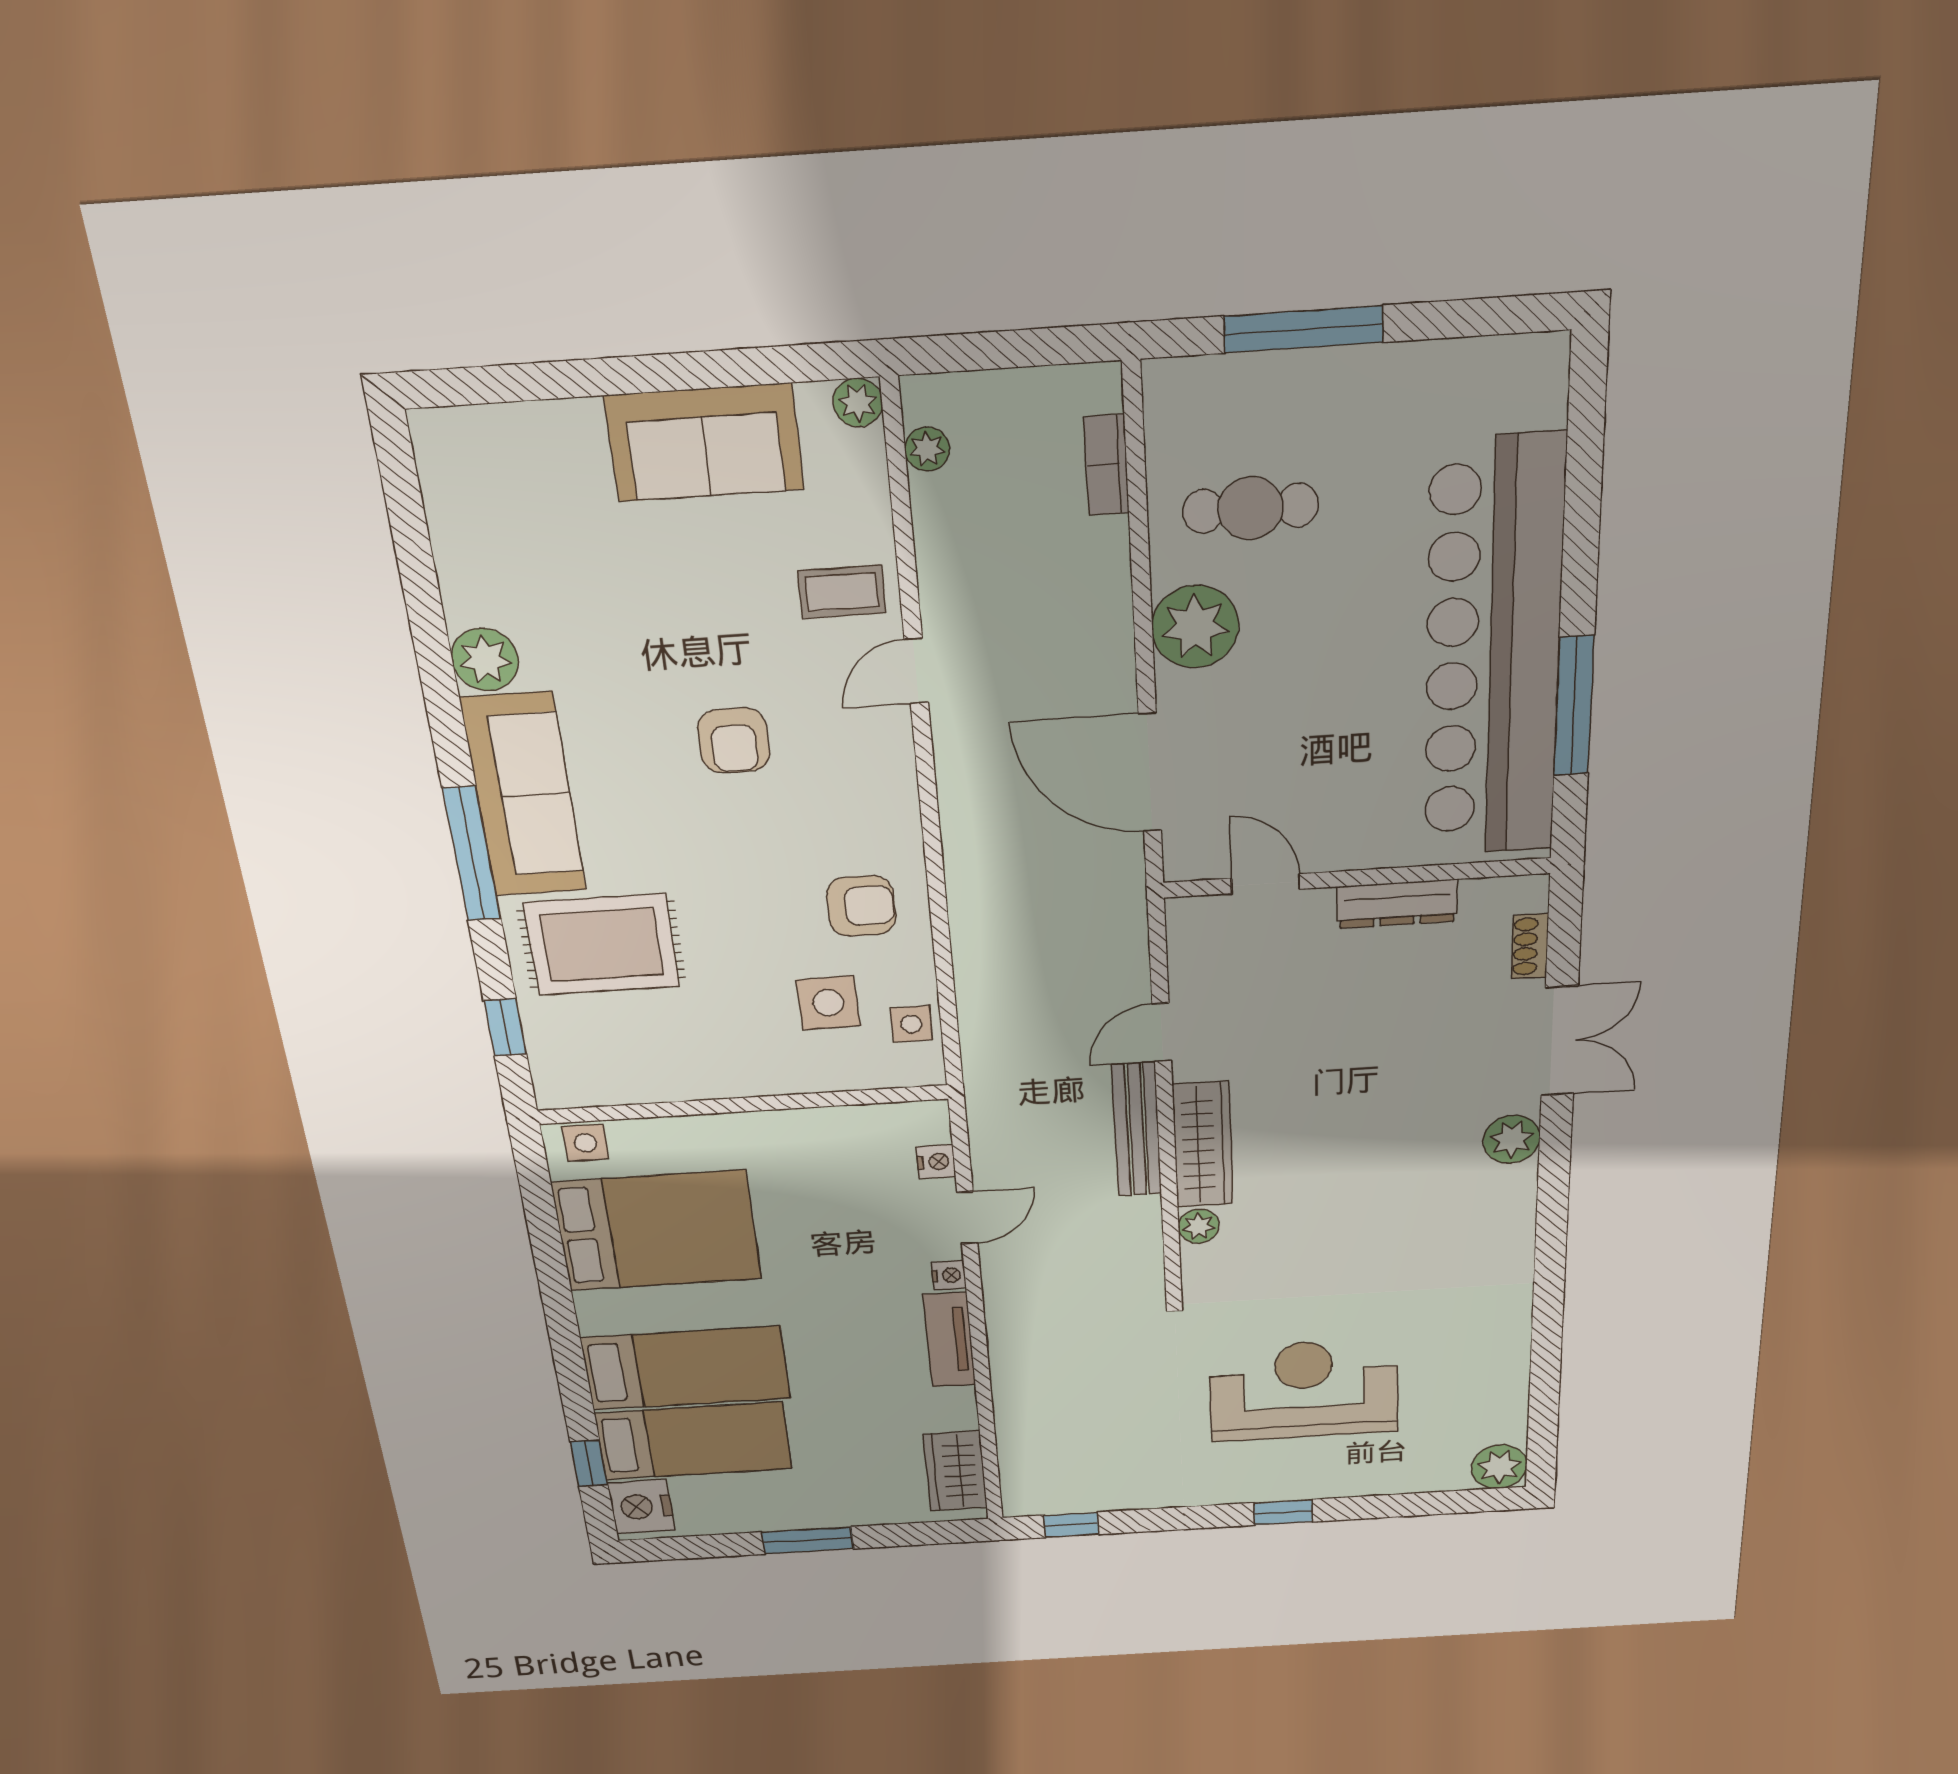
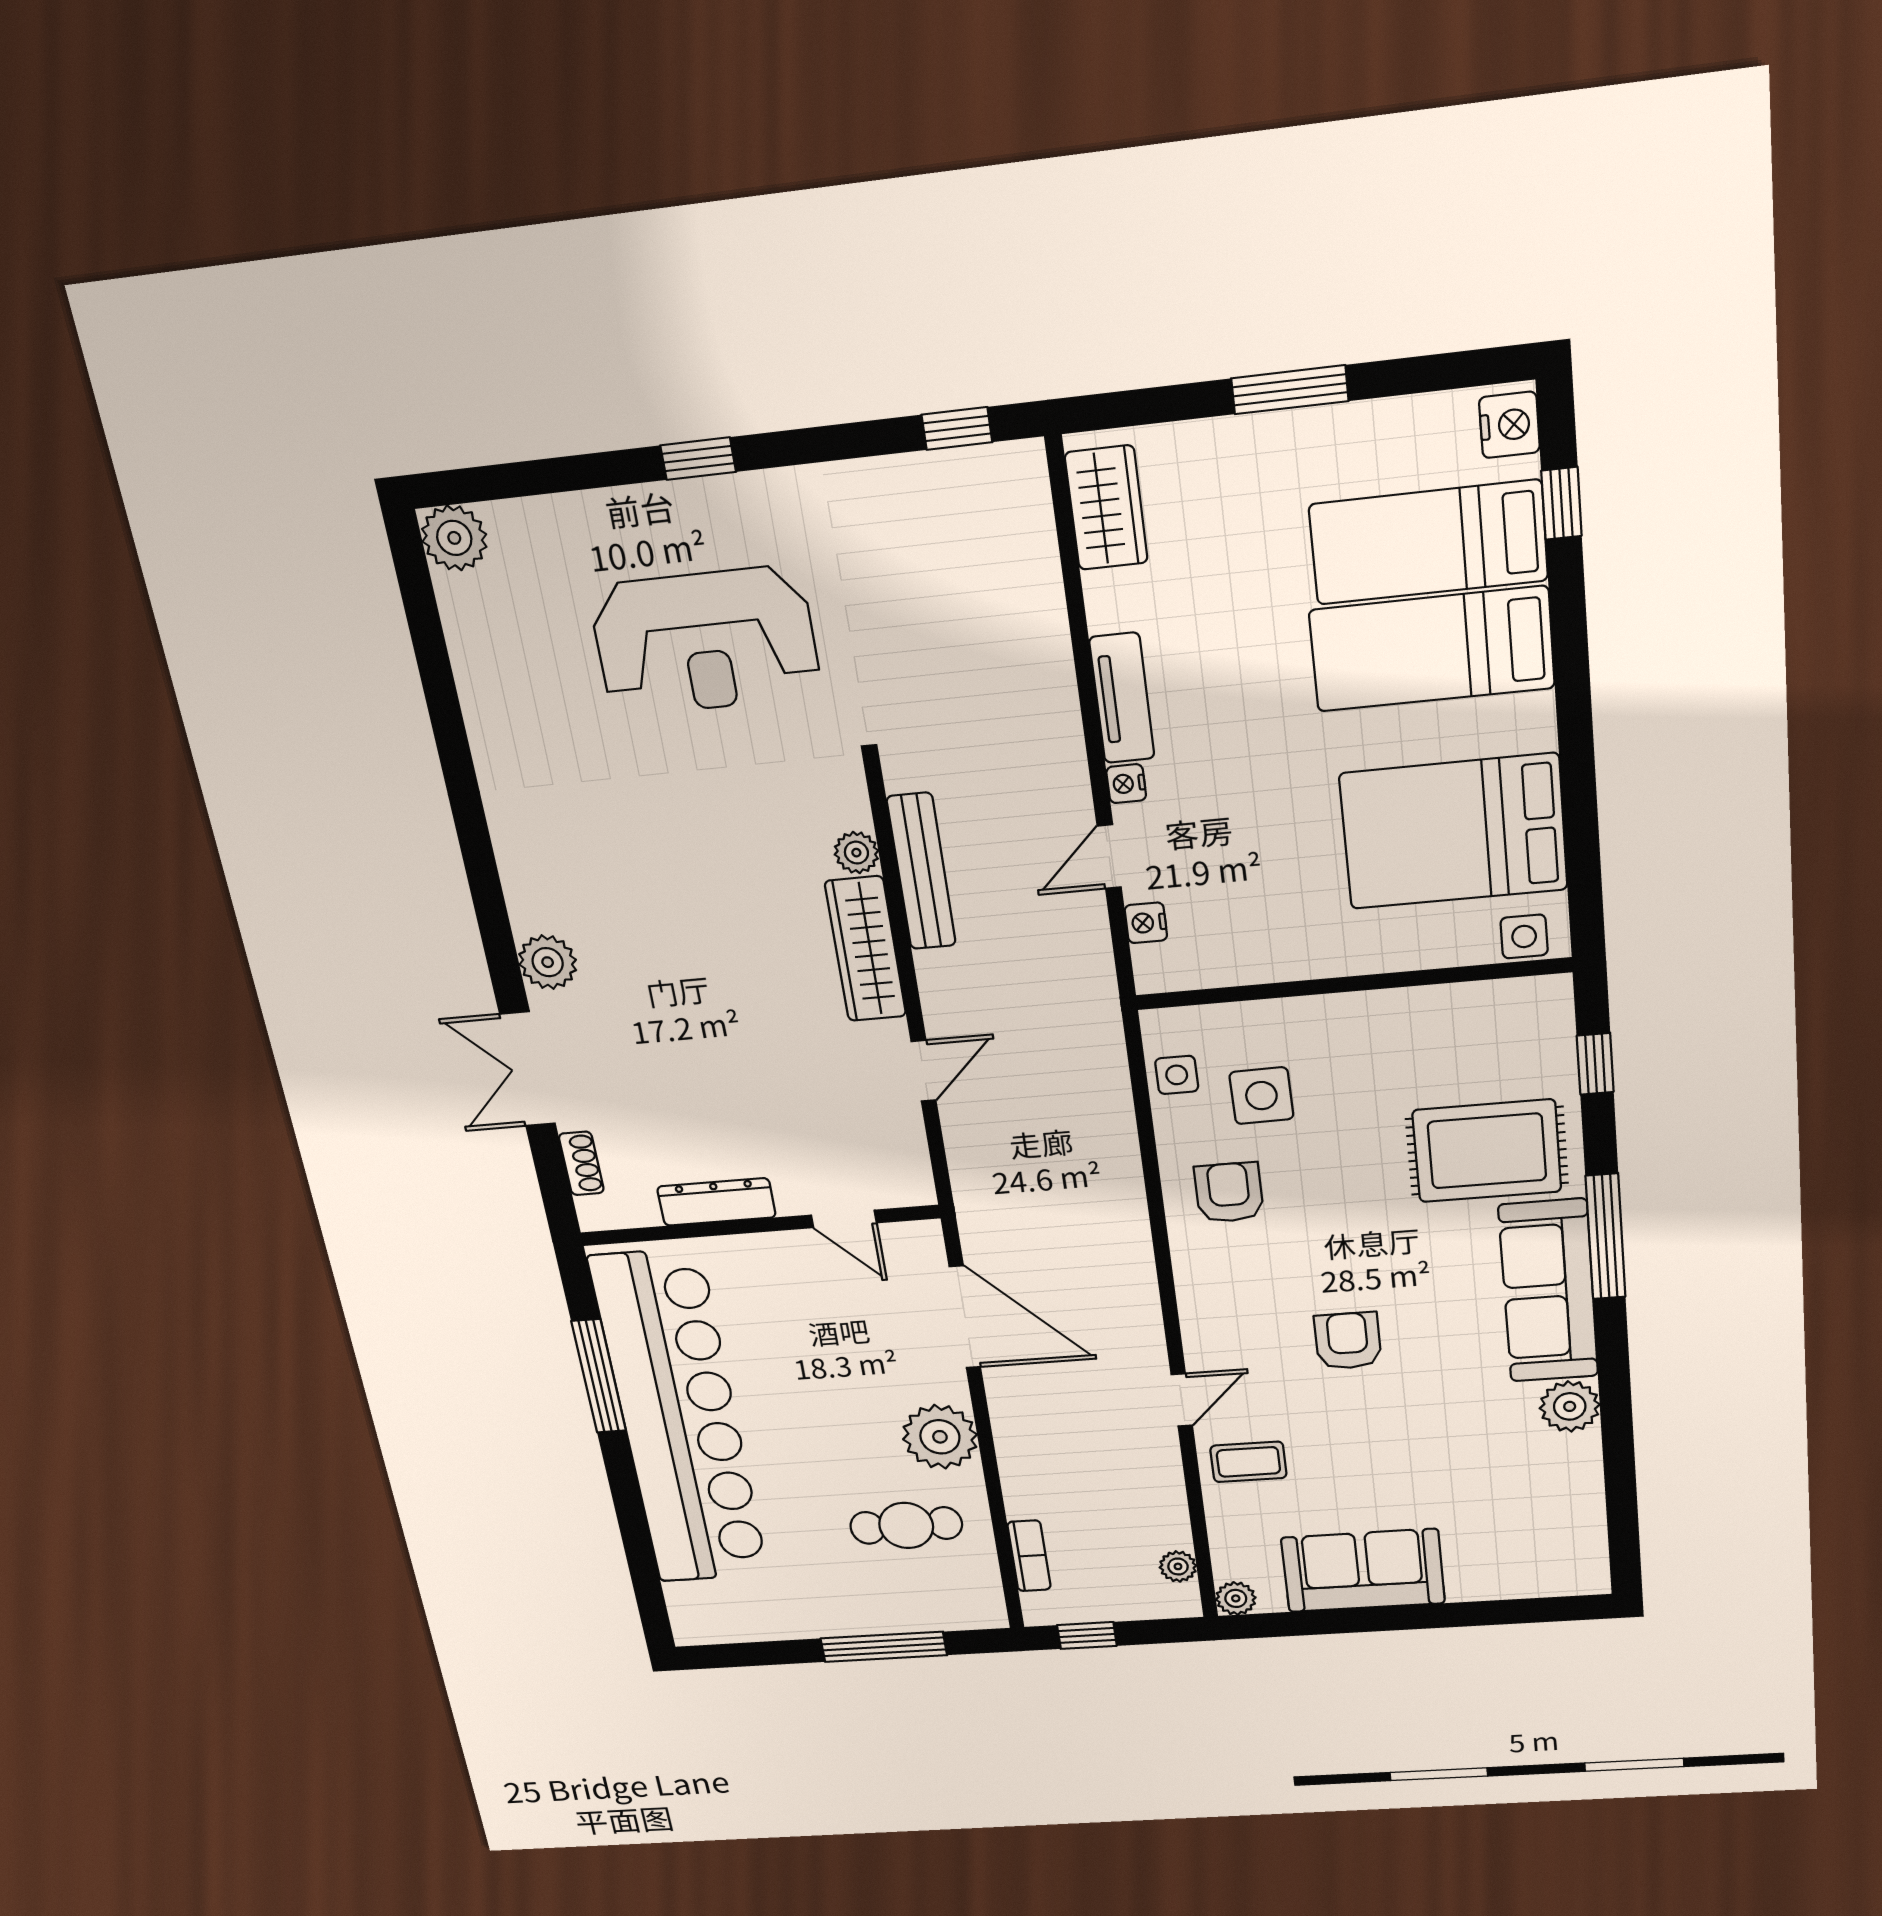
window: (1044, 347) -> (1087, 1635), added
armchair: (861, 906) -> (1229, 1193), turned 90
bench: (1137, 1130) -> (921, 871), moved
nightstand: (641, 1507) -> (1509, 425), width x0.74, depth x0.75

